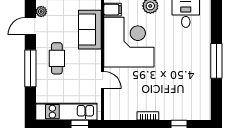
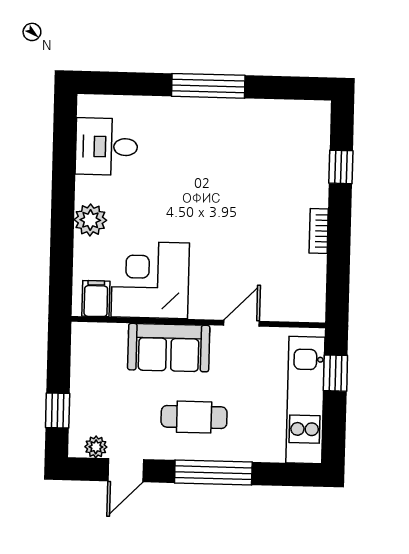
door: (30, 26) -> (126, 470), hinge flipped
sofa: (90, 30) -> (169, 348), moved
corner desk: (129, 42) -> (150, 280), width x0.74, depth x0.74

